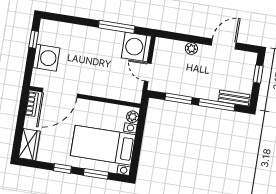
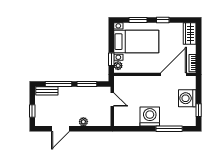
window: (117, 27) -> (169, 129), moved
washing machine: (136, 47) -> (150, 117), moved, turned -90
window: (141, 127) -> (111, 59), added

